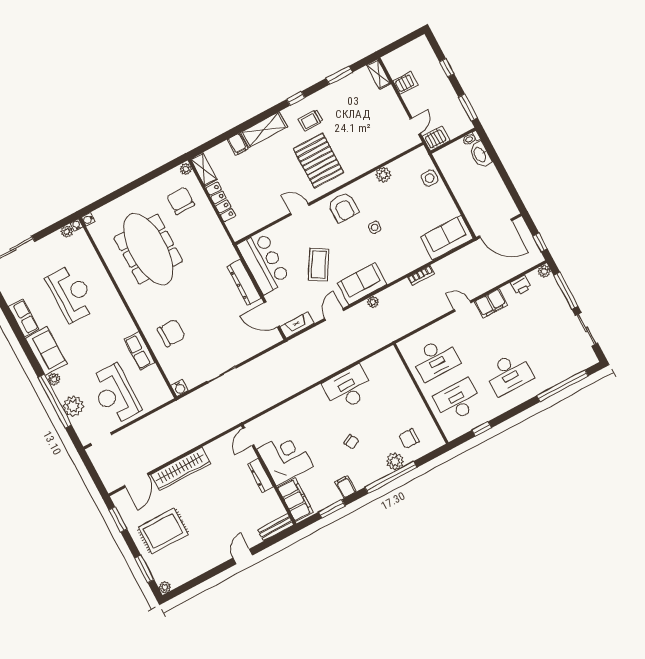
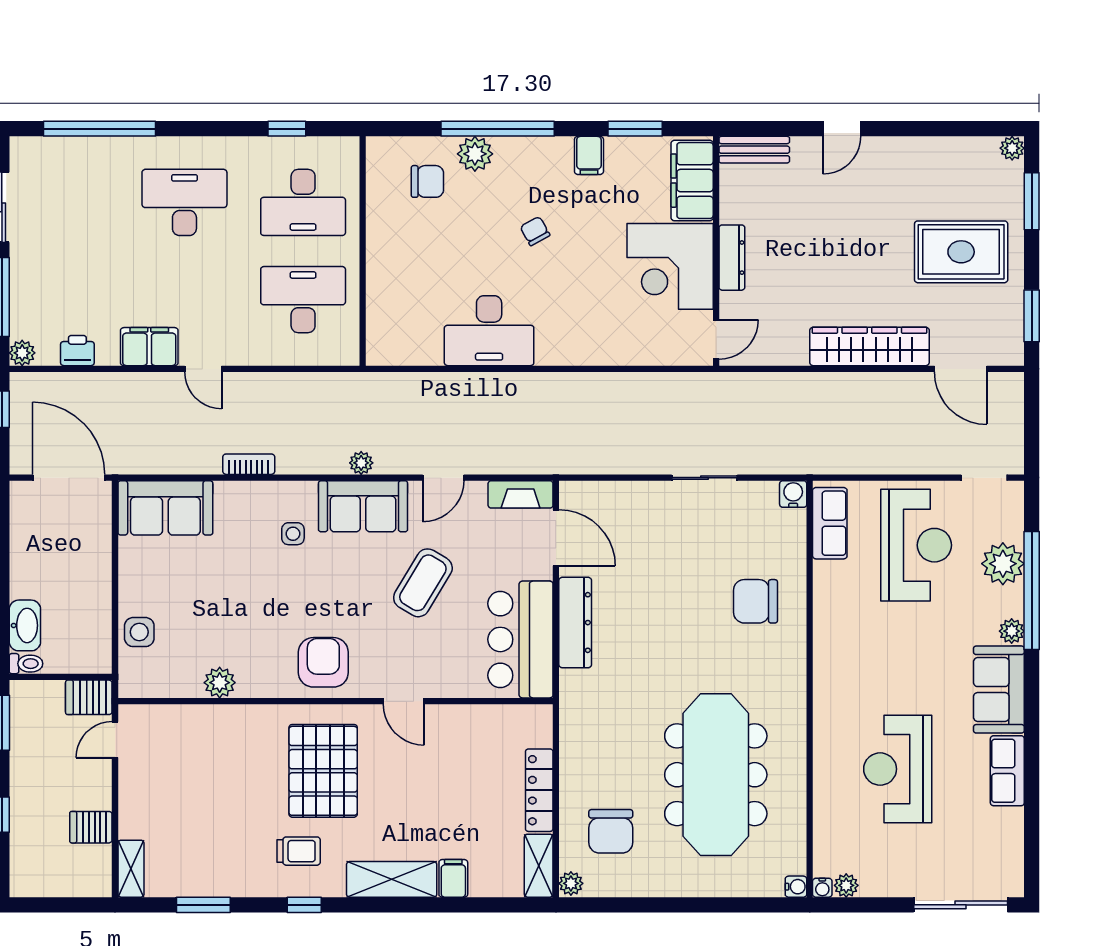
side table: (375, 227) -> (293, 534), moved
row of seats: (140, 351) -> (830, 523), moved
door: (136, 480) -> (961, 369), swing flipped

